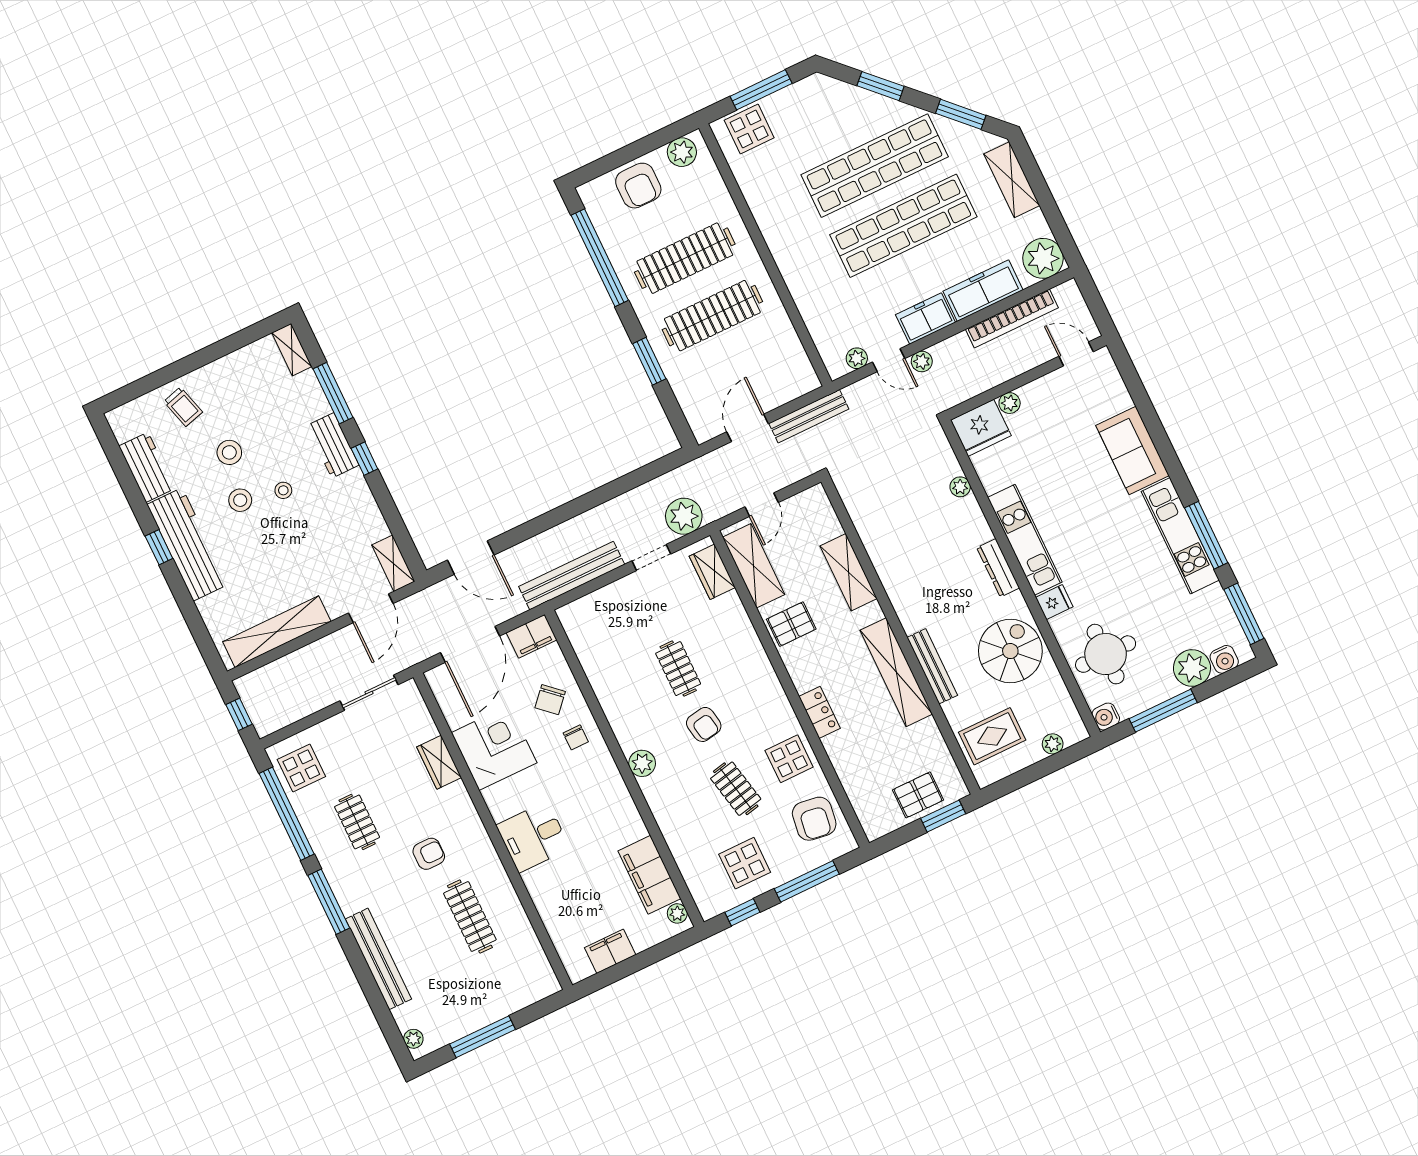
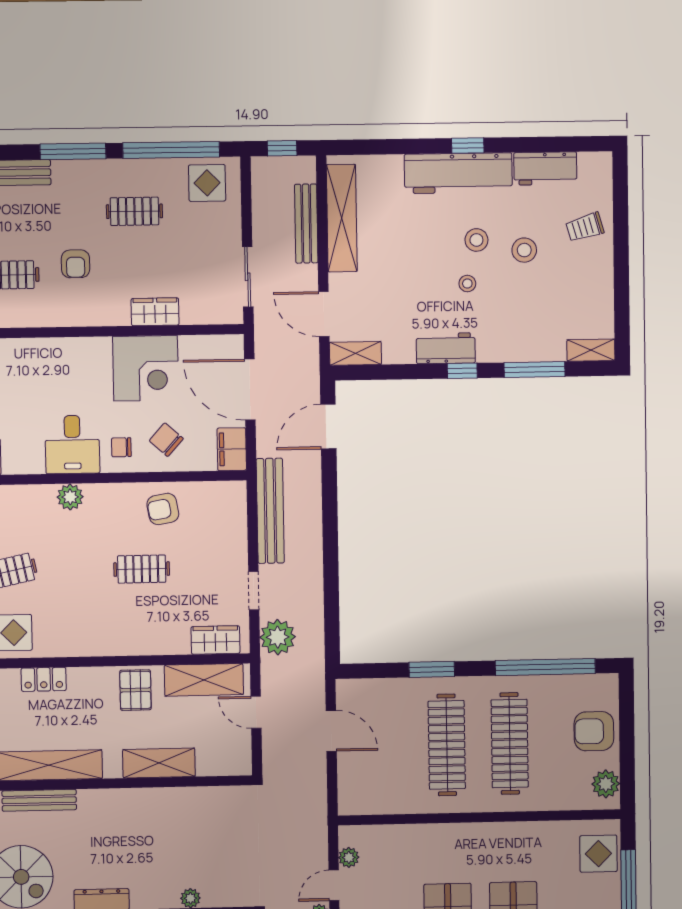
bench: (809, 416) -> (306, 224), moved
workbench: (333, 445) -> (446, 348), moved
armchair: (704, 724) -> (163, 509), moved
desk: (533, 837) -> (72, 445), moved, turned 180

